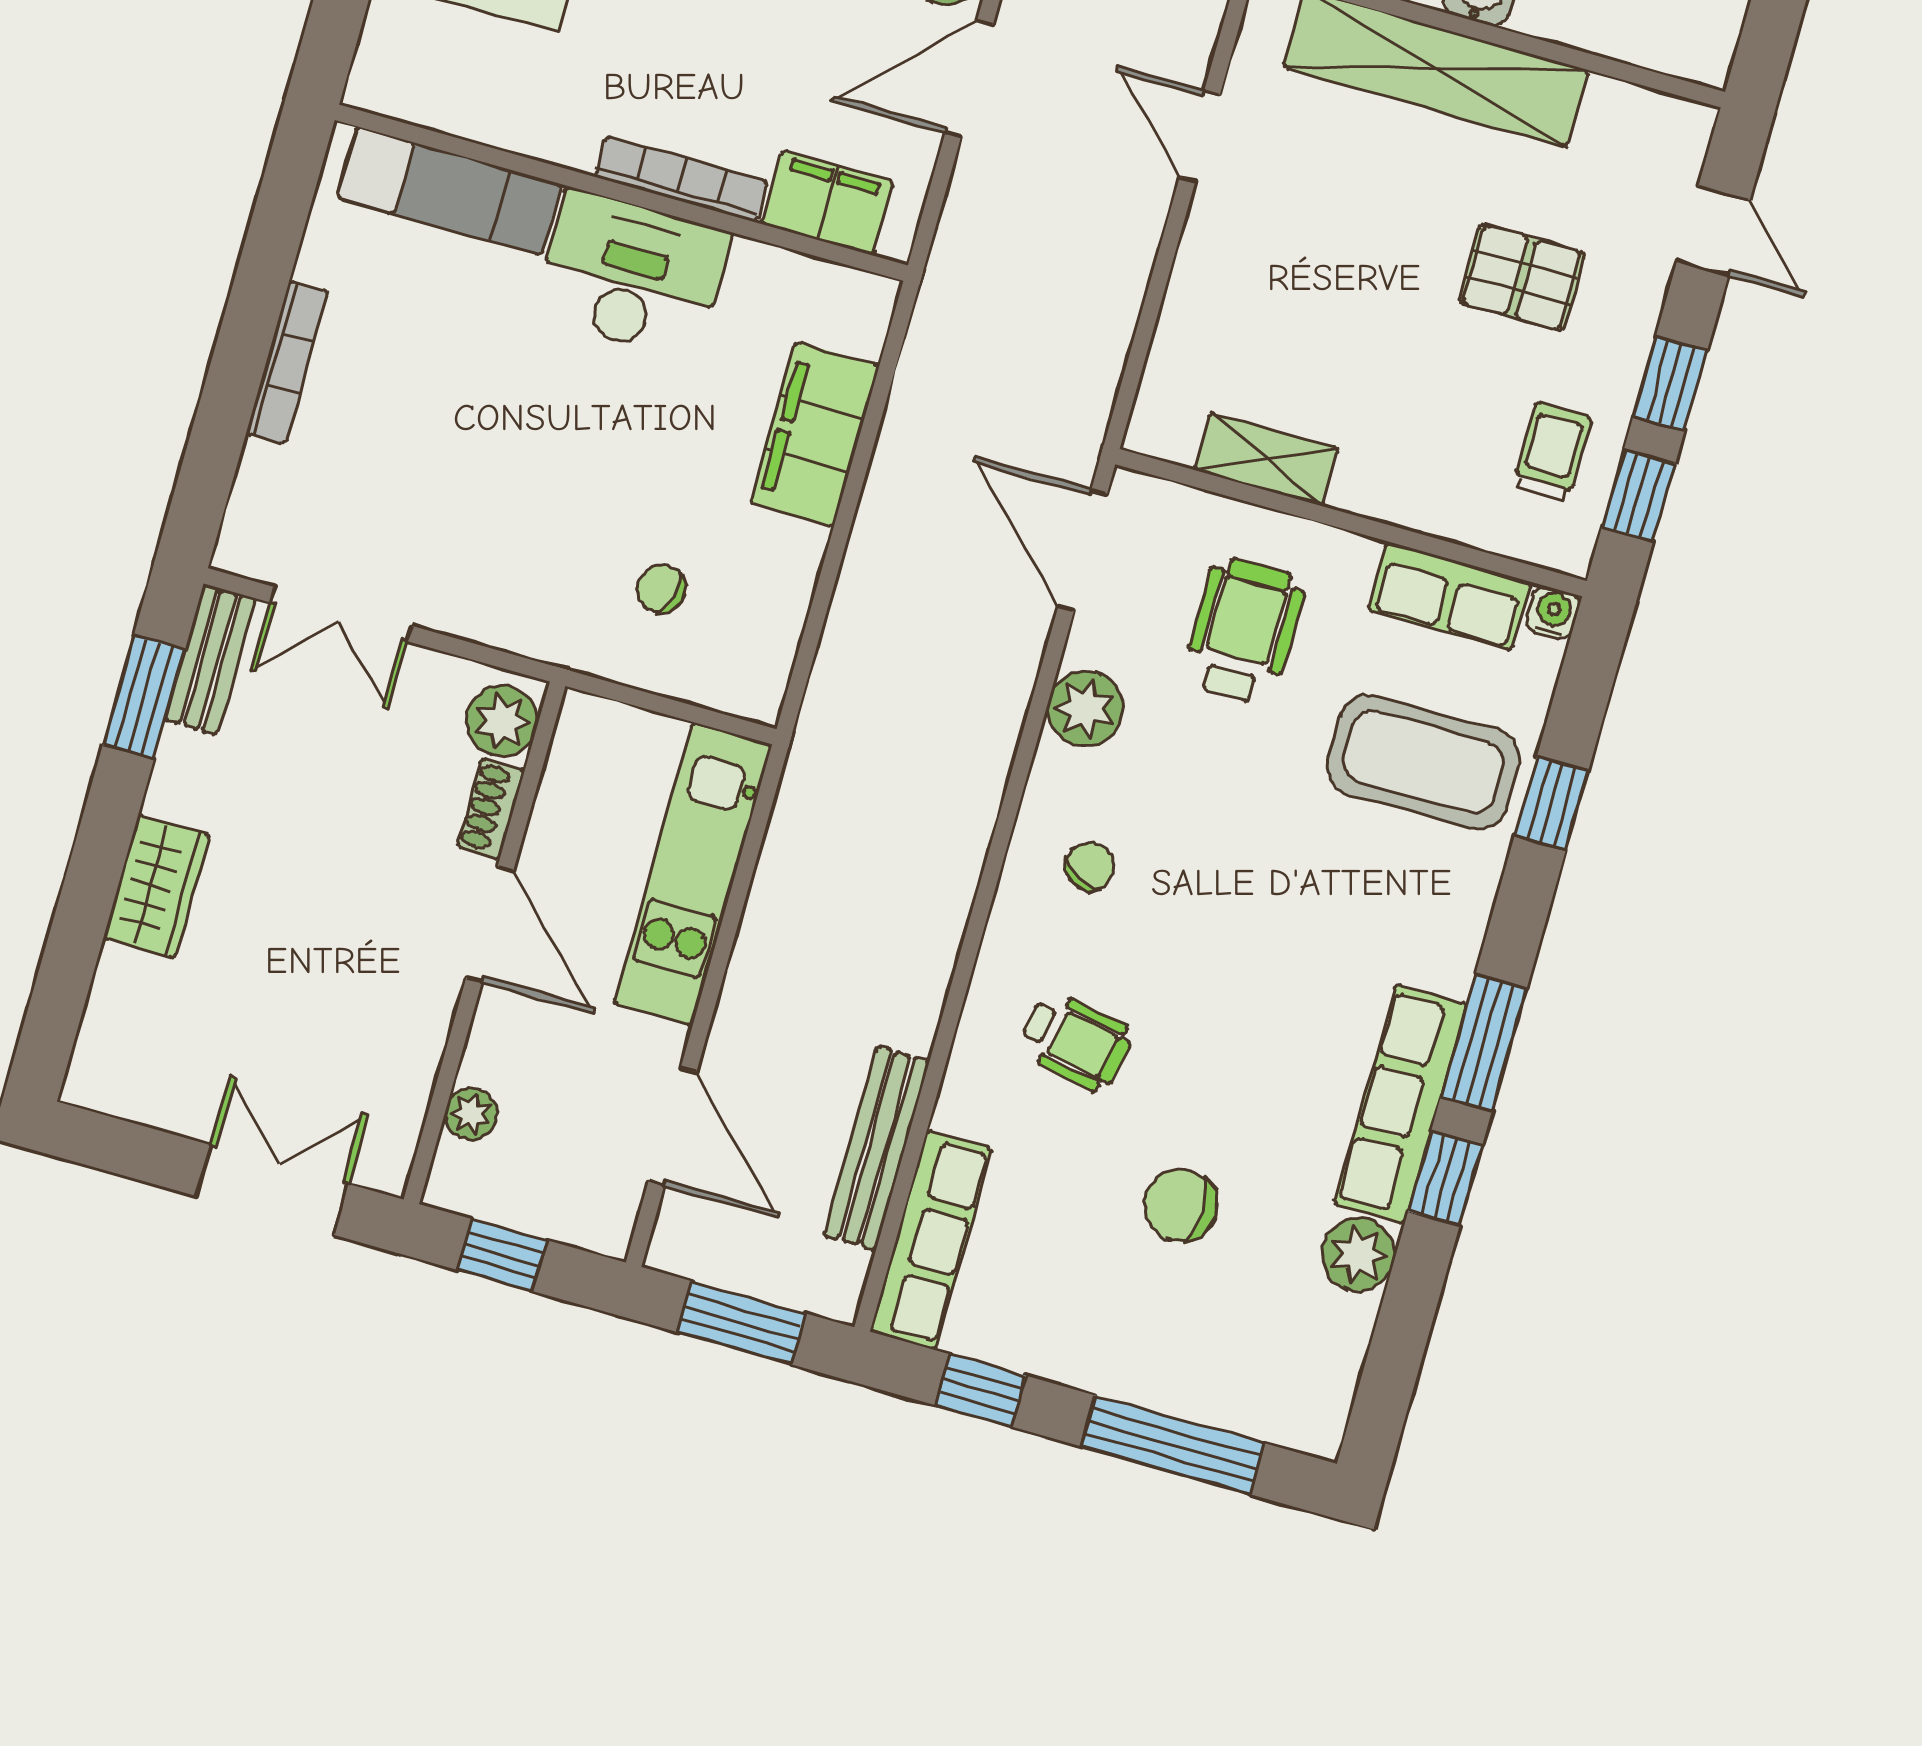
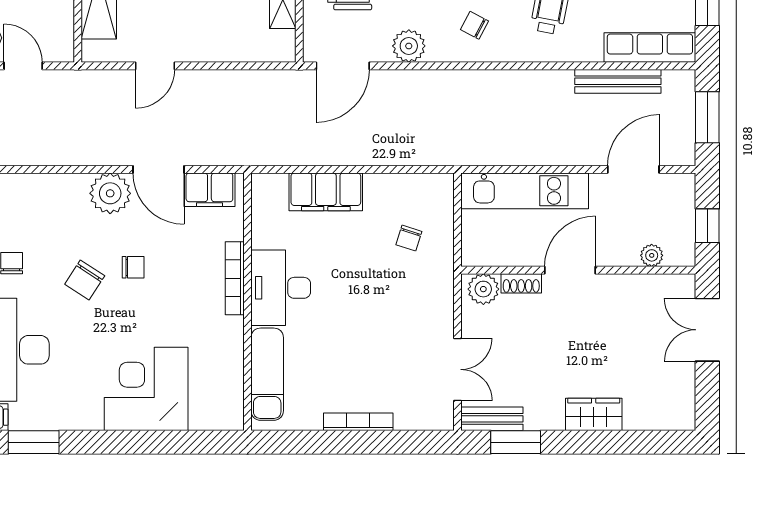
filing cabinet: (828, 203) -> (209, 190), moved, turned -90

